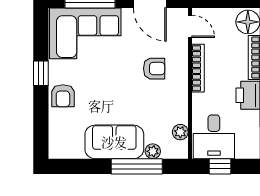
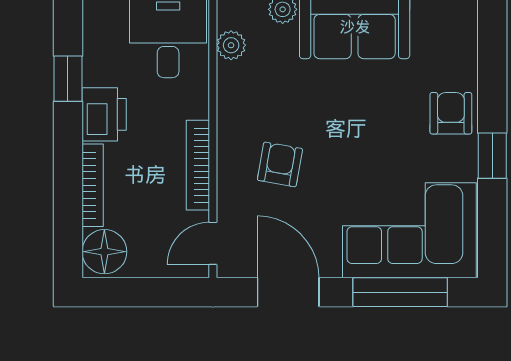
door: (190, 26) -> (213, 243), hinge flipped
armchair: (154, 69) -> (280, 164), turned 100

